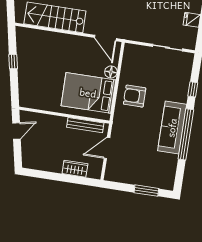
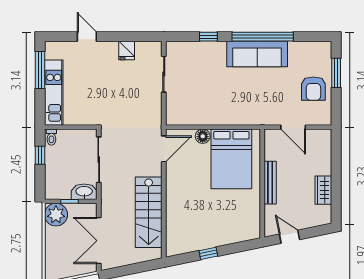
armchair: (135, 96) -> (313, 89), moved
bench: (85, 125) -> (270, 183), moved
wardrobe: (75, 169) -> (323, 190), moved

